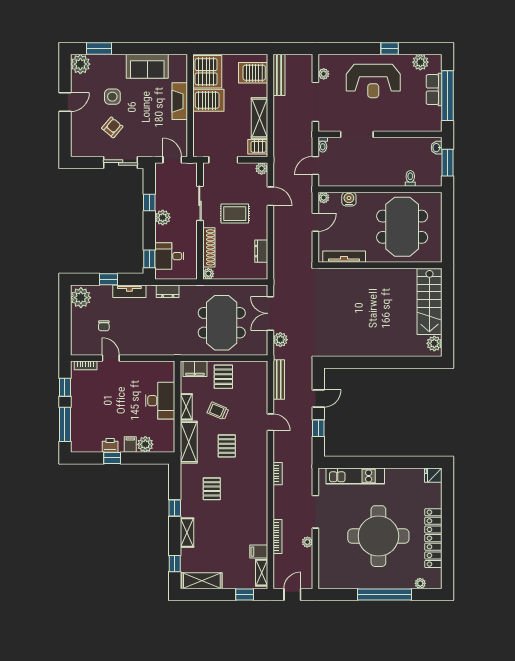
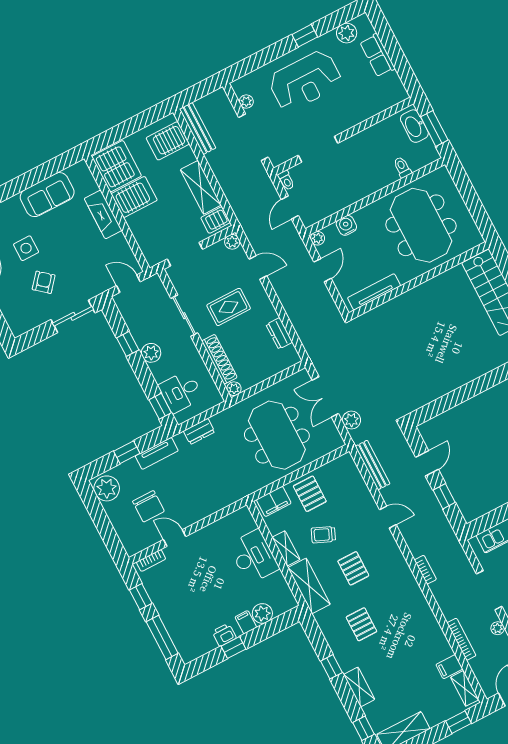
window: (448, 96) -> (396, 54), removed
washbasin: (437, 148) -> (414, 126), width x1.91, depth x1.45
chair: (104, 326) -> (148, 506), width x1.87, depth x1.87

